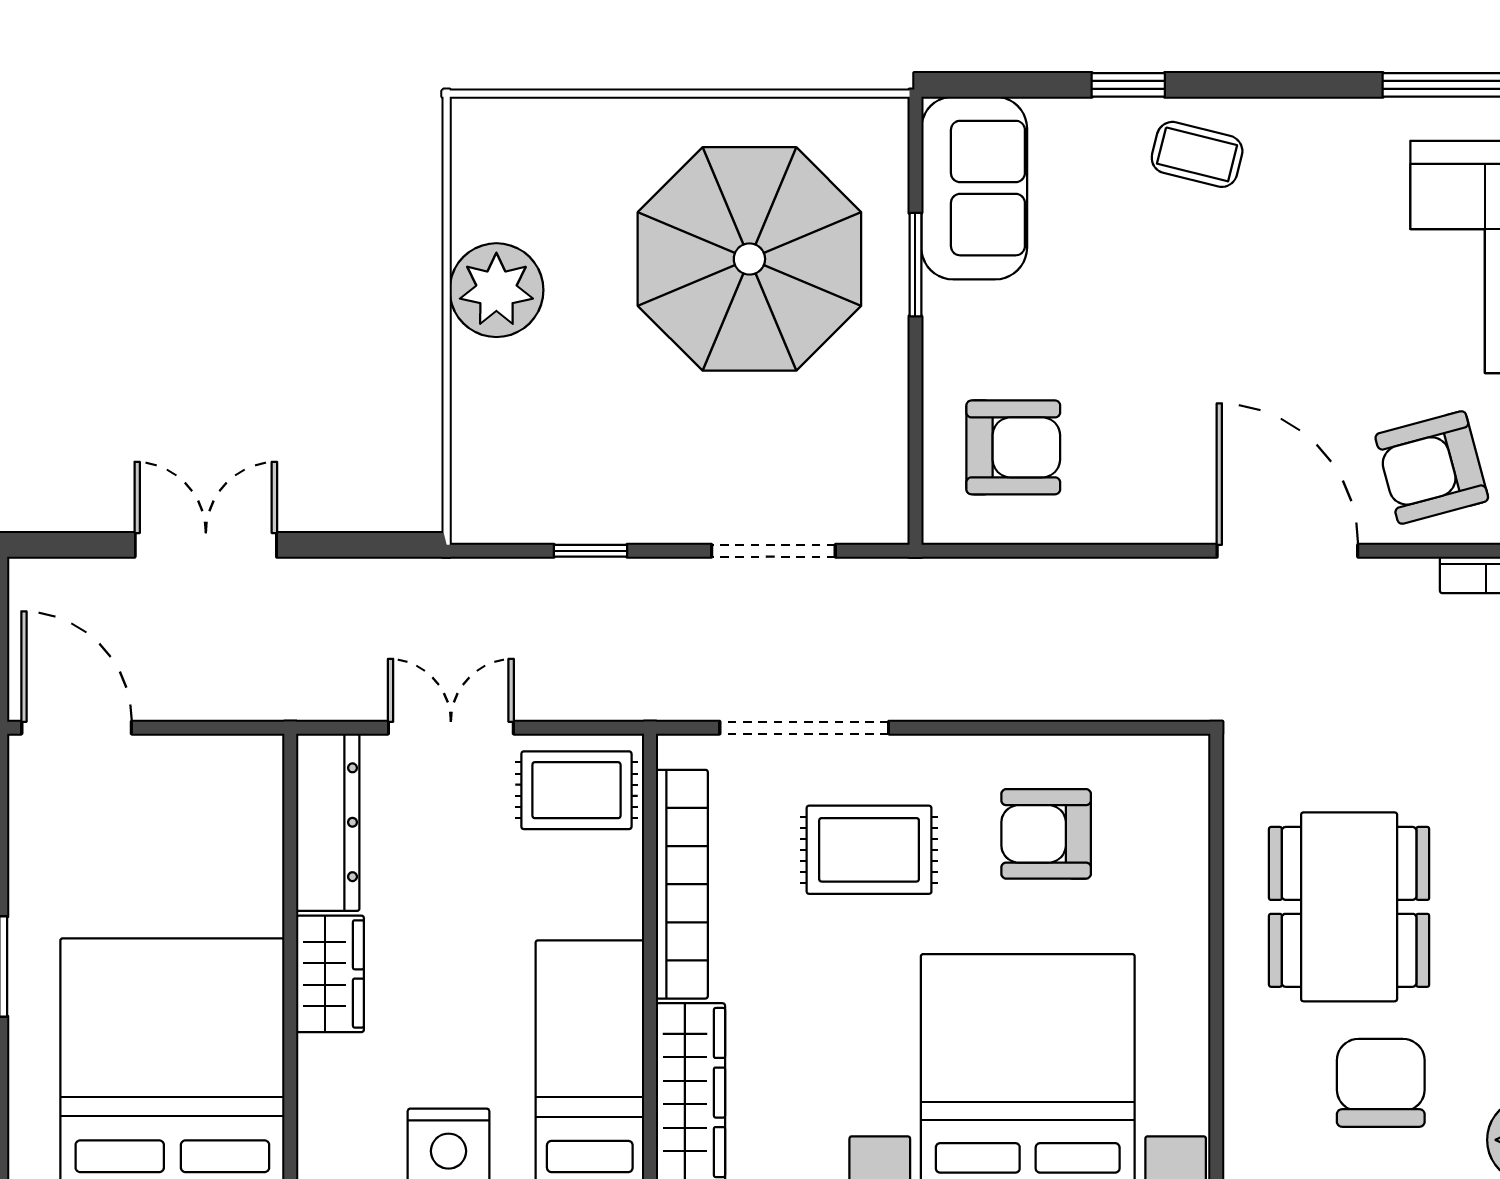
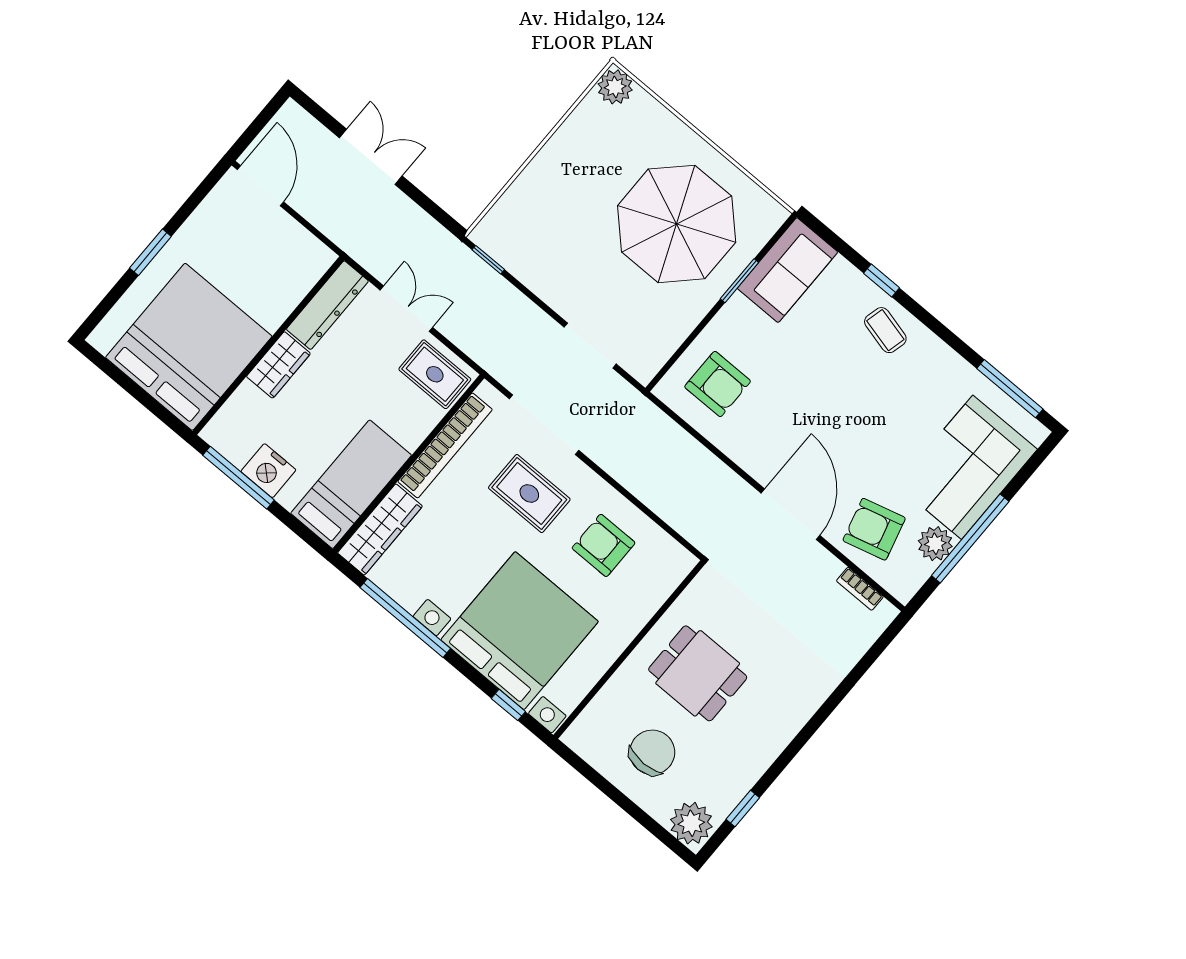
plant: (496, 290) -> (615, 87), moved, width x0.73, depth x0.73
window: (590, 551) -> (488, 260), moved
dining table: (1349, 907) -> (698, 673), width x0.73

